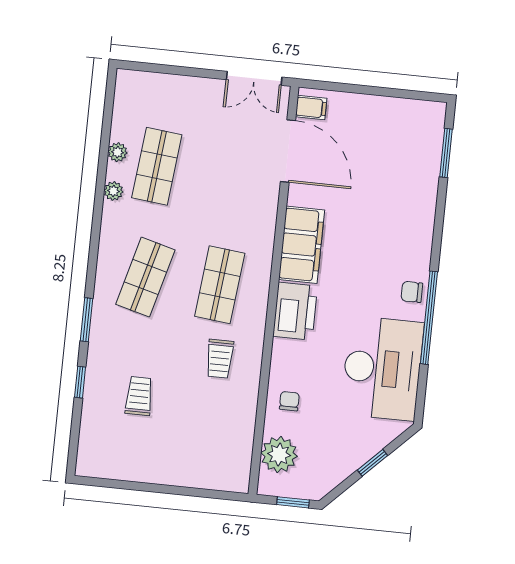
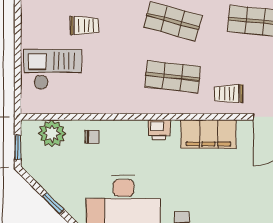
printer: (295, 311) -> (159, 130), width x0.53, depth x0.68
trolley: (220, 359) -> (229, 94), moved
checkout: (193, 445) -> (53, 69), added

